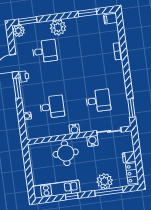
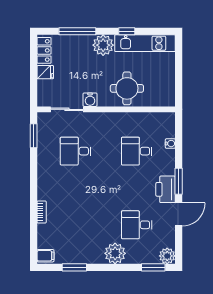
printer: (23, 76) -> (166, 189), width x1.87, depth x1.48
water cooler: (74, 129) -> (111, 118), removed
plant: (105, 181) -> (103, 45), moved

